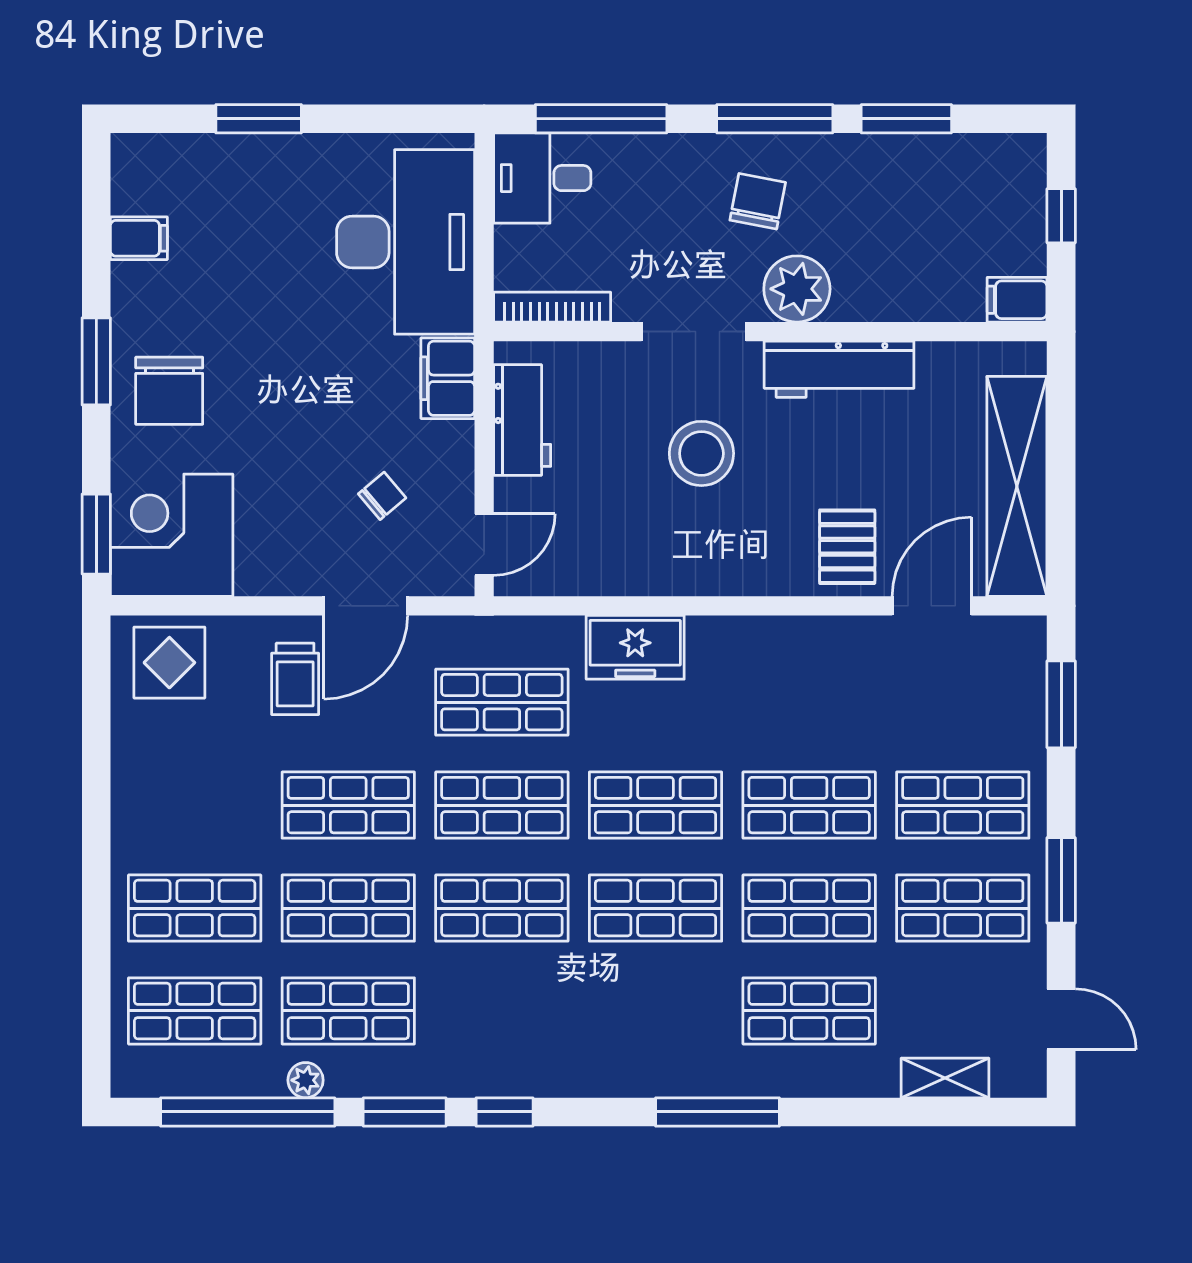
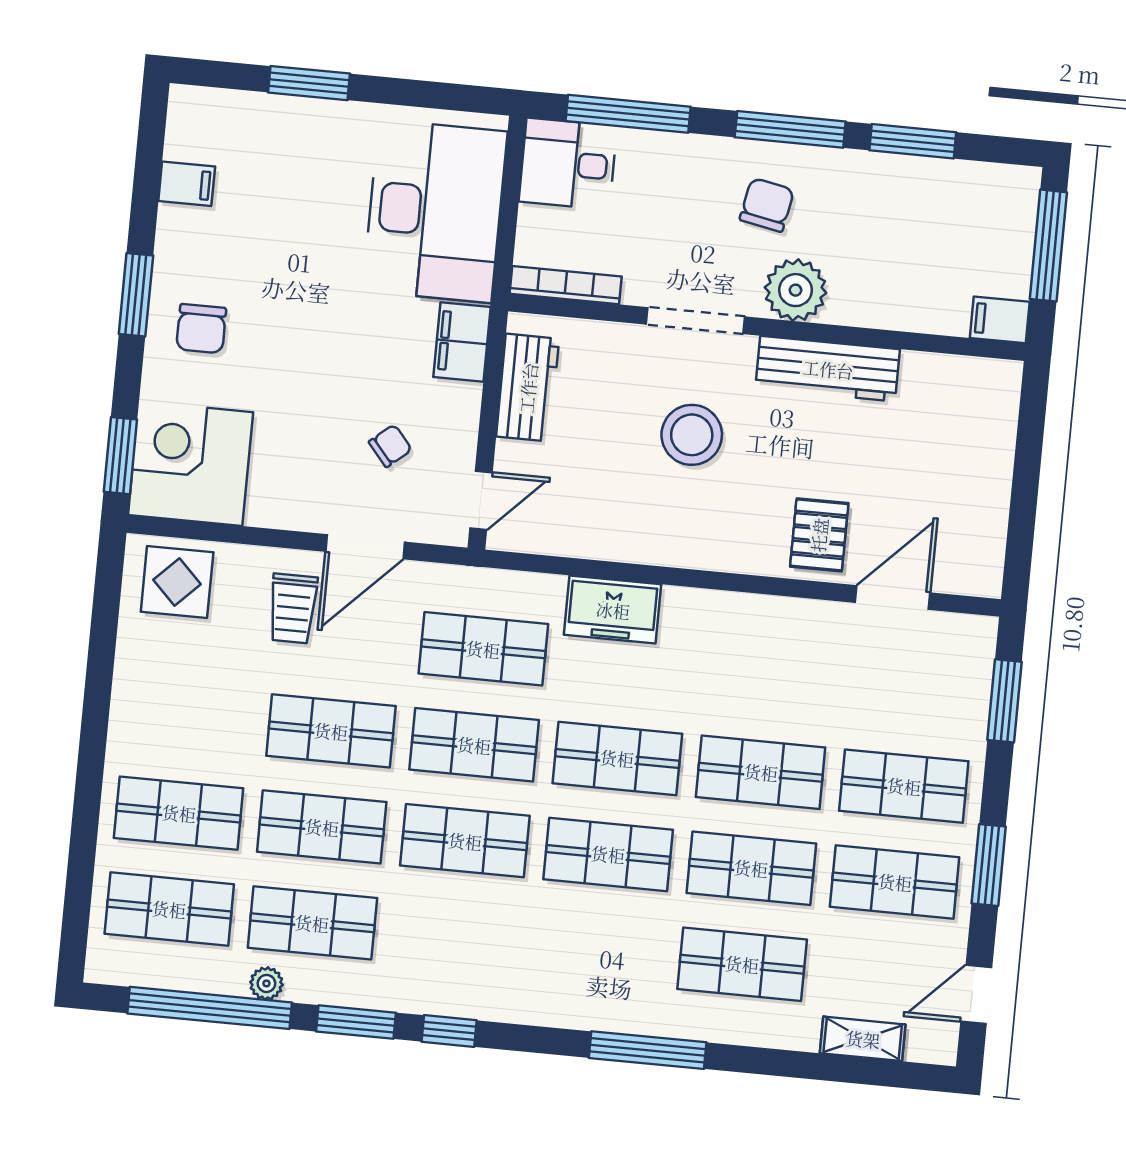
window: (1061, 216) -> (1048, 246), width x2.17
chair: (169, 391) -> (201, 329), width x0.73, depth x0.73
shelving: (1017, 486) -> (983, 494), removed
door: (1061, 1019) -> (976, 995), swing flipped

